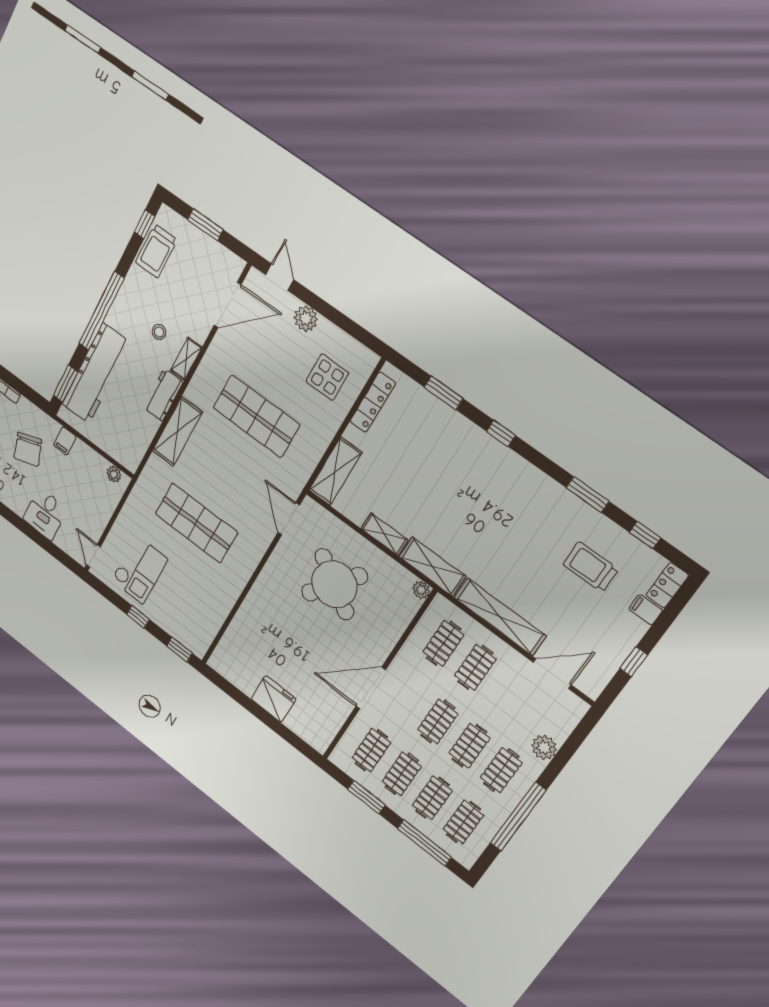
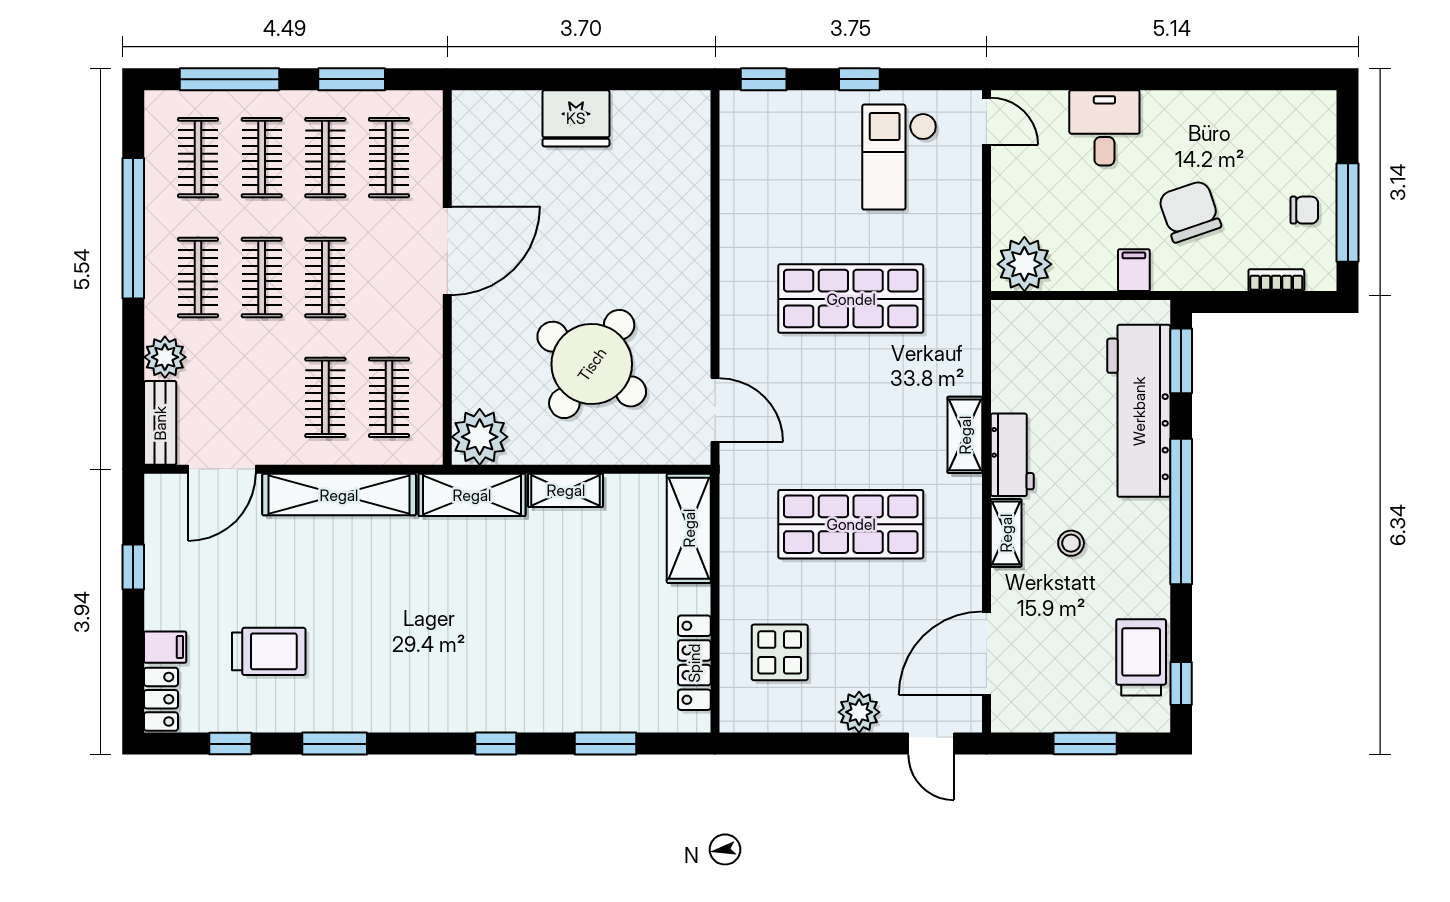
shelving: (177, 431) -> (965, 435), width x0.67, depth x0.75
plant: (114, 474) -> (1024, 264), width x1.87, depth x1.87
plant: (421, 590) -> (480, 437), width x1.87, depth x1.87
bench: (569, 719) -> (160, 423), added

